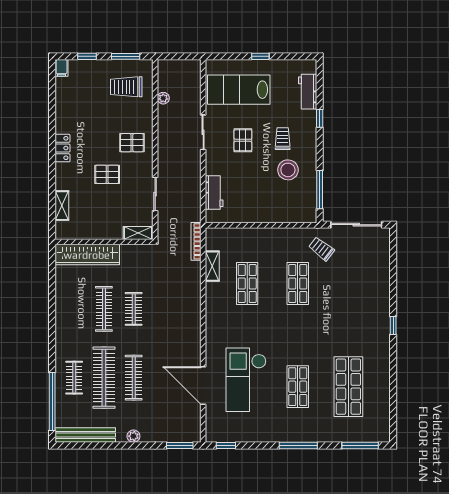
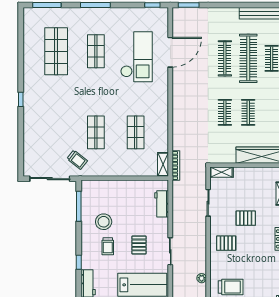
shelving: (212, 266) -> (163, 164), moved
clothes rail: (104, 309) -> (248, 112), width x0.73
door: (203, 385) -> (170, 52), hinge flipped
plant: (133, 436) -> (225, 12), removed

